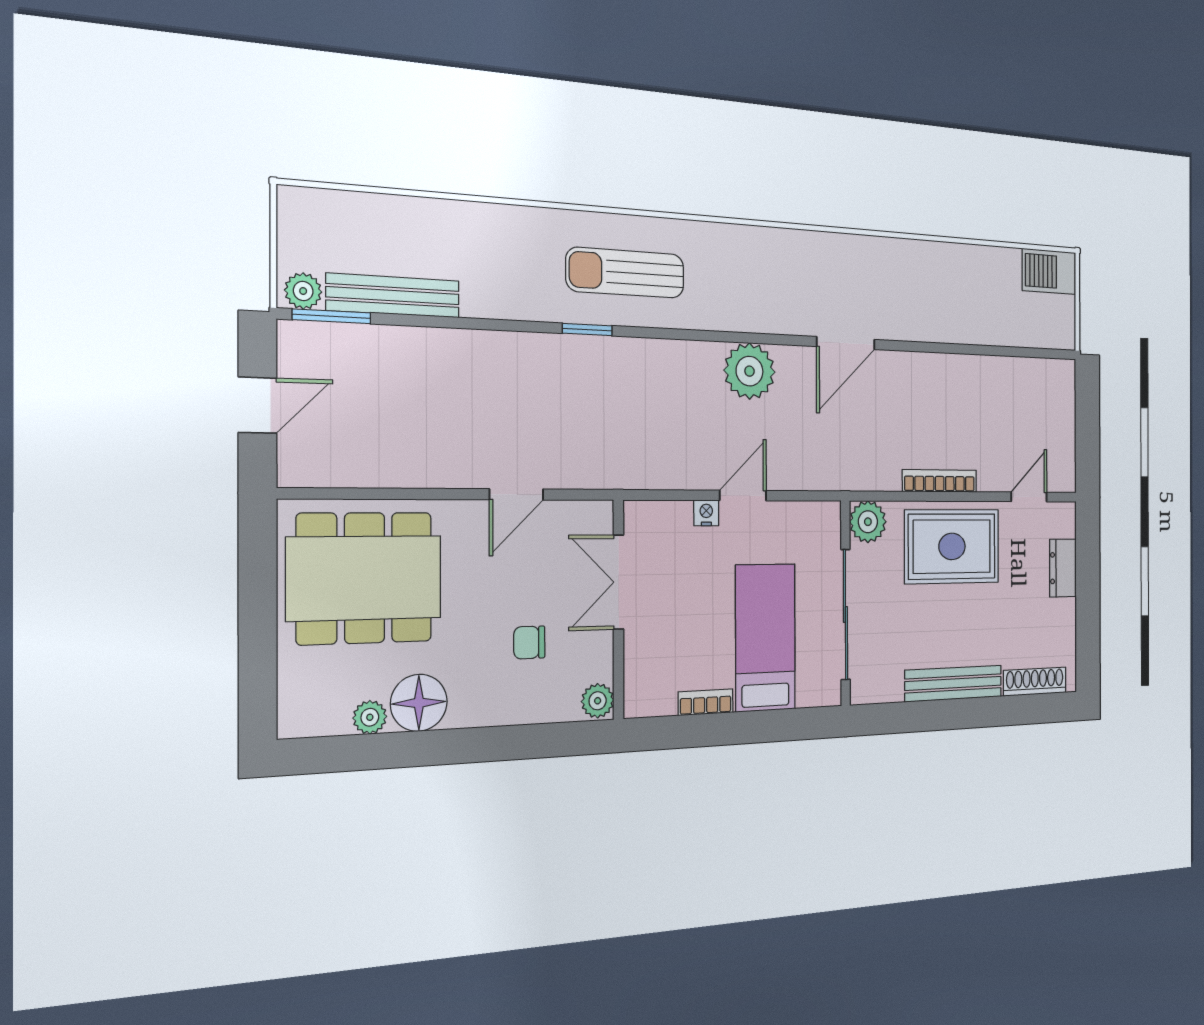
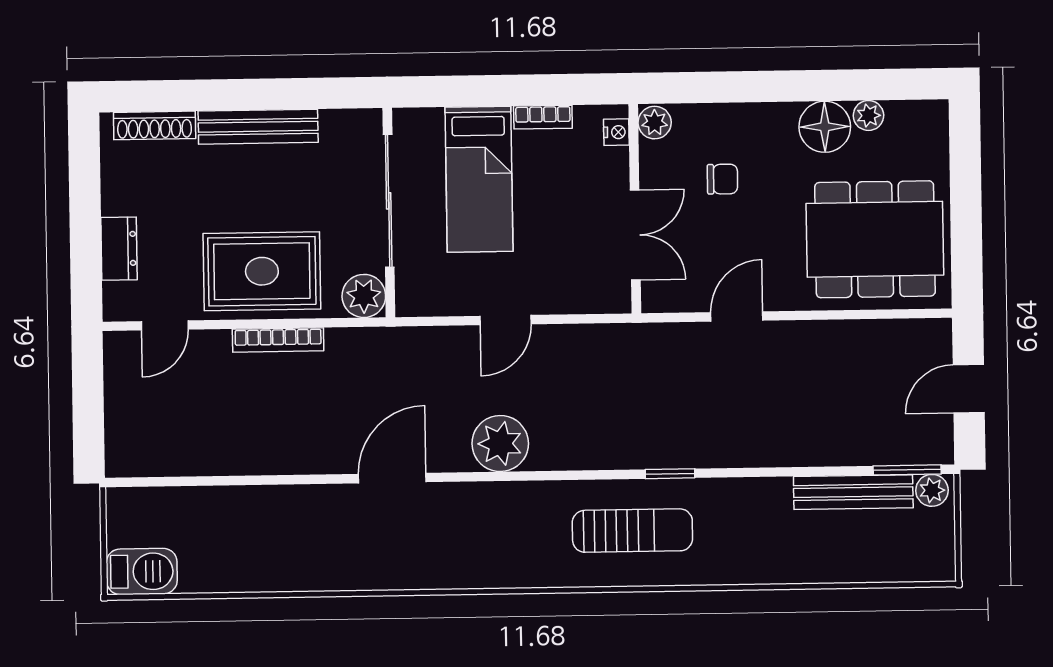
nightstand: (706, 513) -> (616, 132), moved, turned -90

